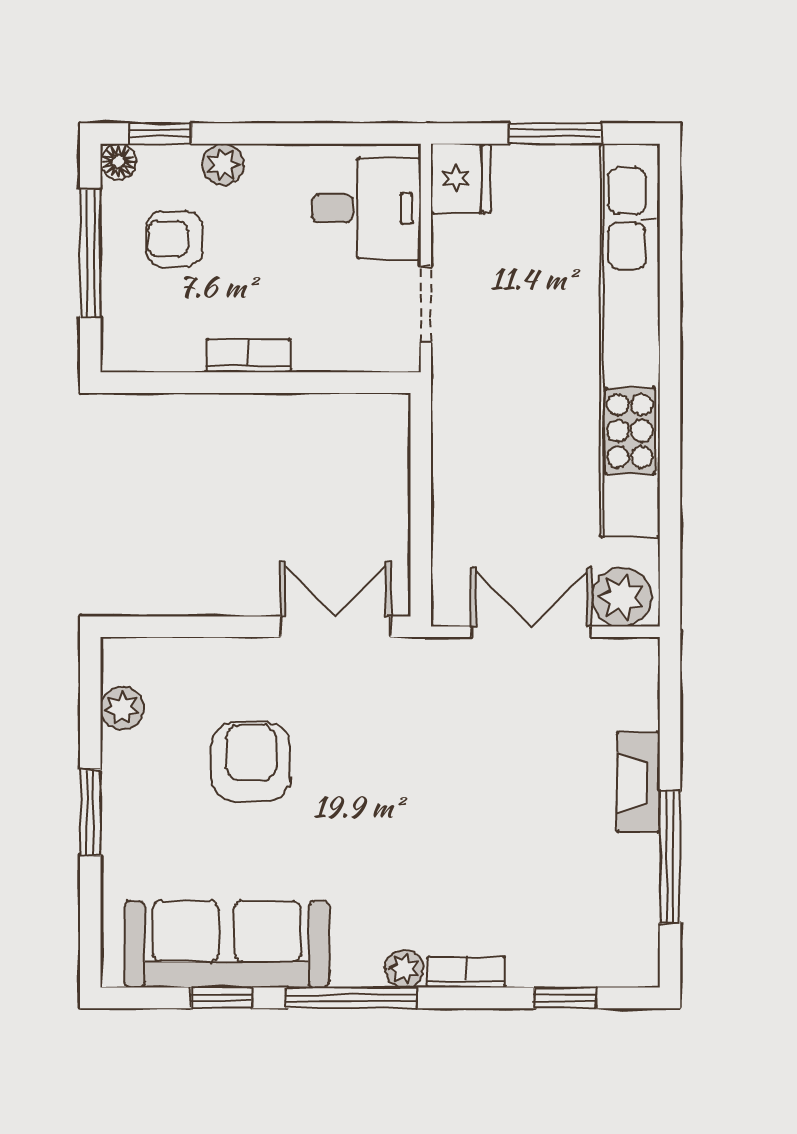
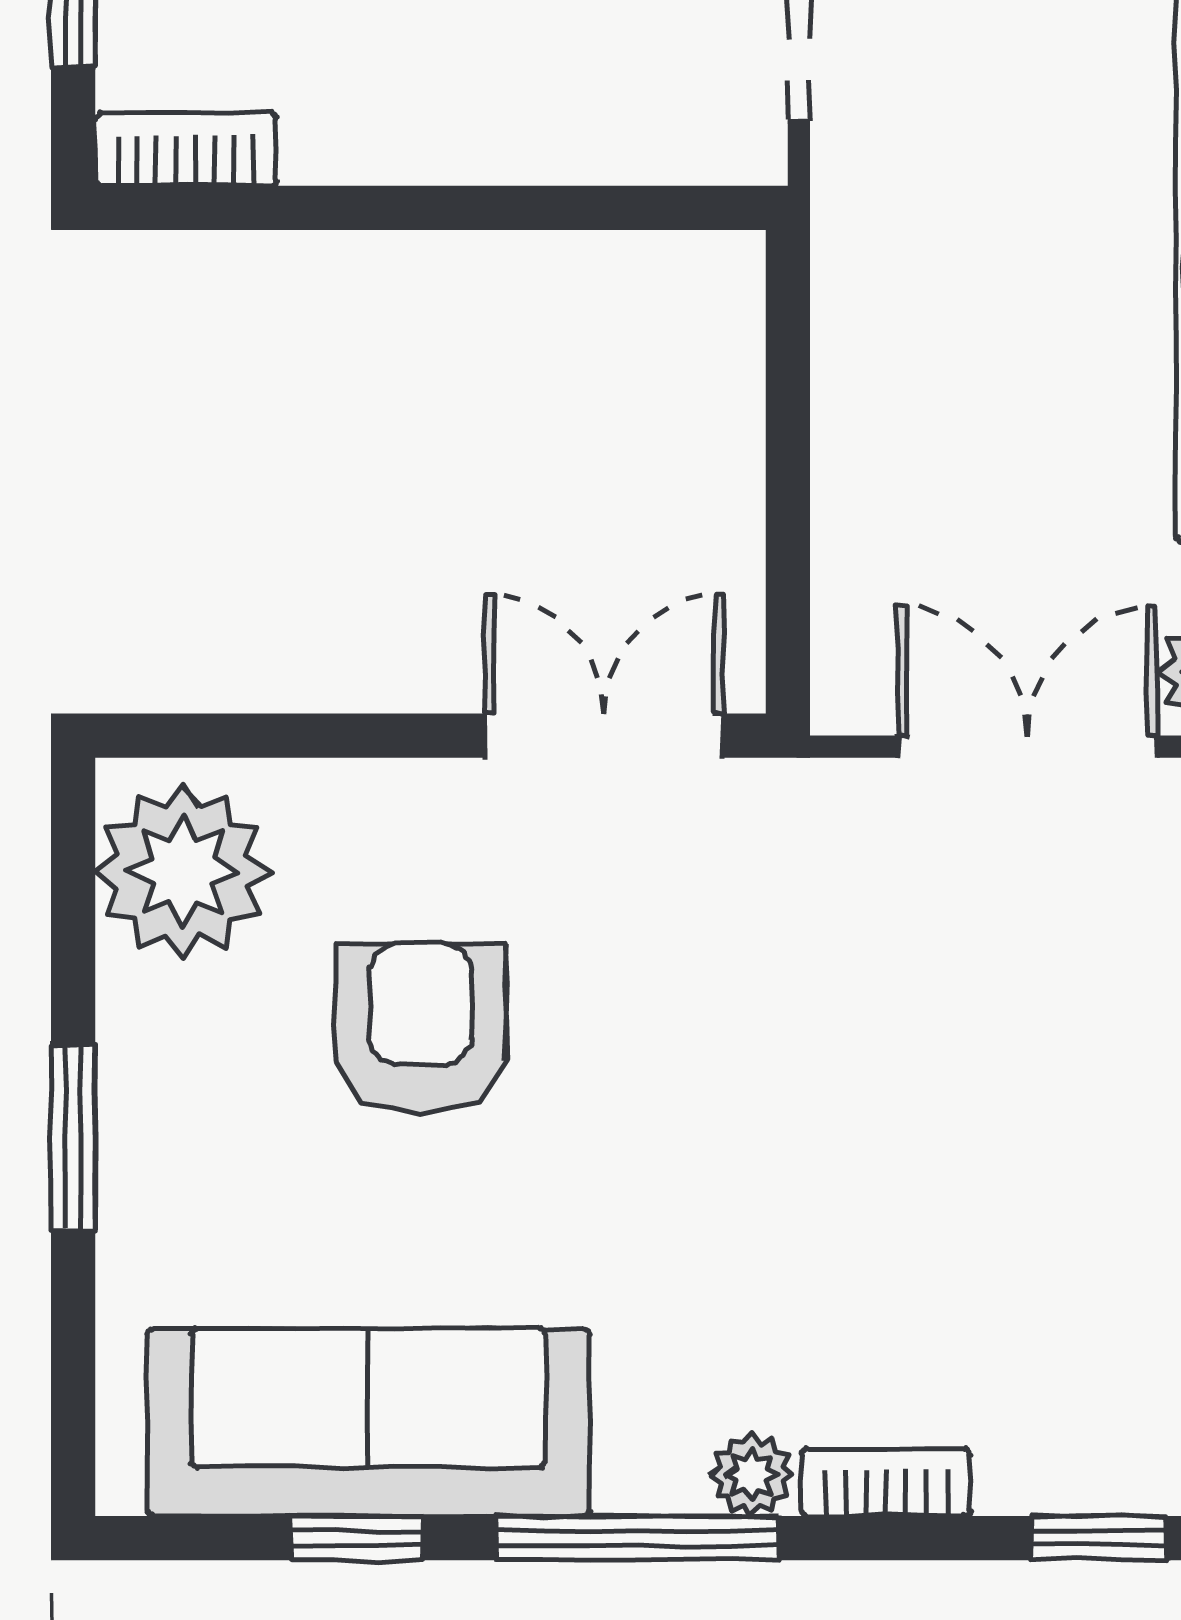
bookcase: (248, 356) -> (186, 149), moved
plant: (122, 708) -> (183, 872), width x1.88, depth x1.88

